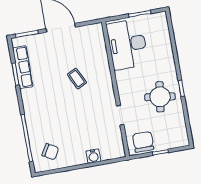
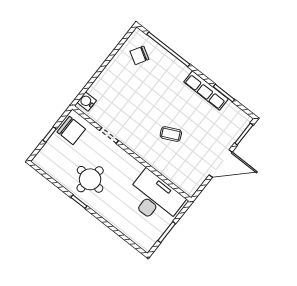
row of seats: (23, 67) -> (206, 91), moved
water cooler: (93, 156) -> (87, 101), moved

